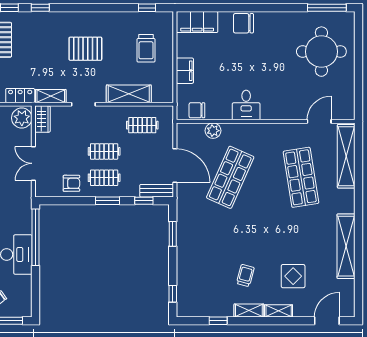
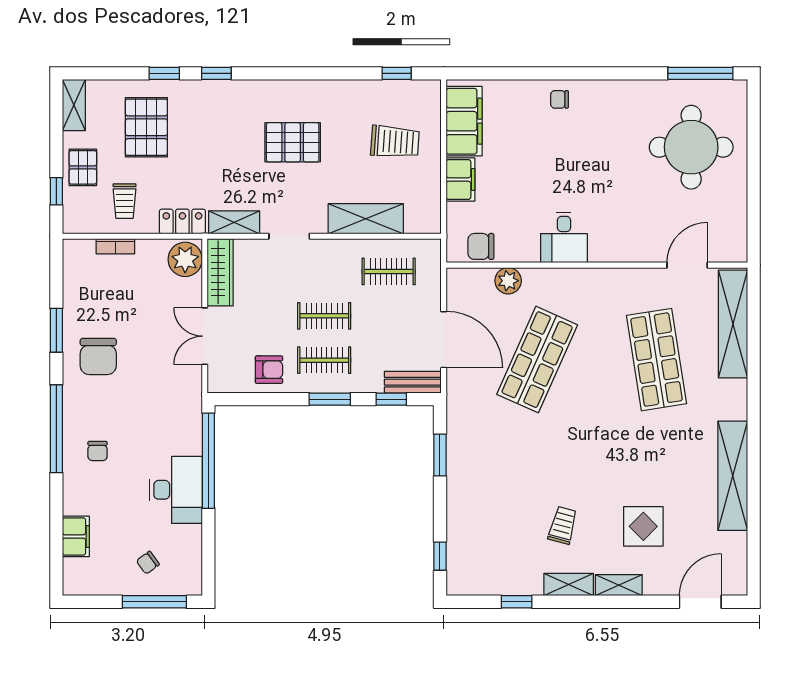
filing cabinet: (197, 22) -> (464, 121), moved, turned -90
chair: (243, 23) -> (559, 99), width x0.54, depth x0.54
trolley: (146, 48) -> (395, 142), turned -86
wardrobe: (42, 119) -> (220, 272), width x1.50

